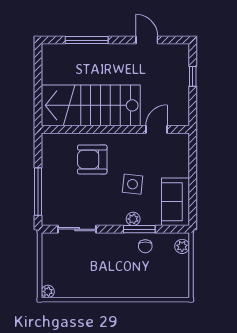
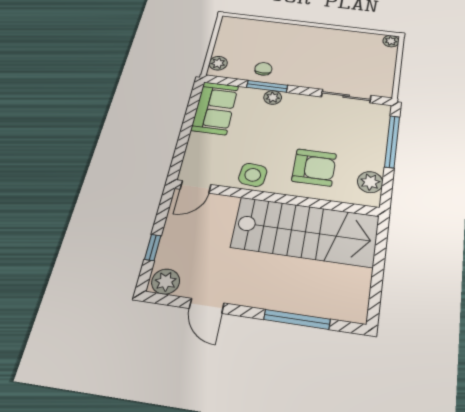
plant: (178, 53) -> (166, 282), added
door: (157, 129) -> (196, 187), moved
plant: (50, 153) -> (370, 182), added
side table: (133, 184) -> (253, 175), moved

